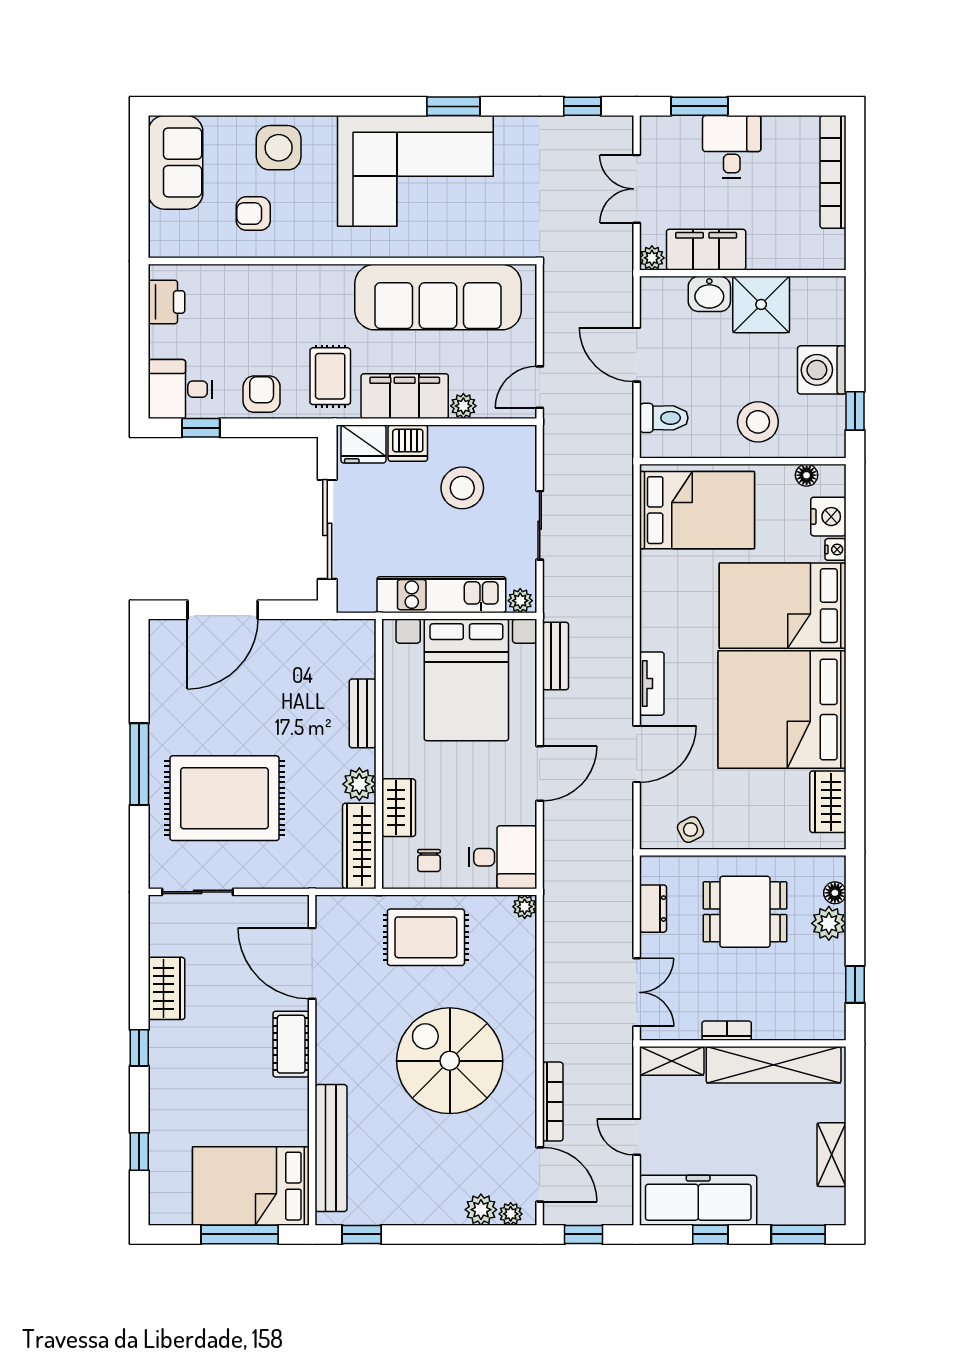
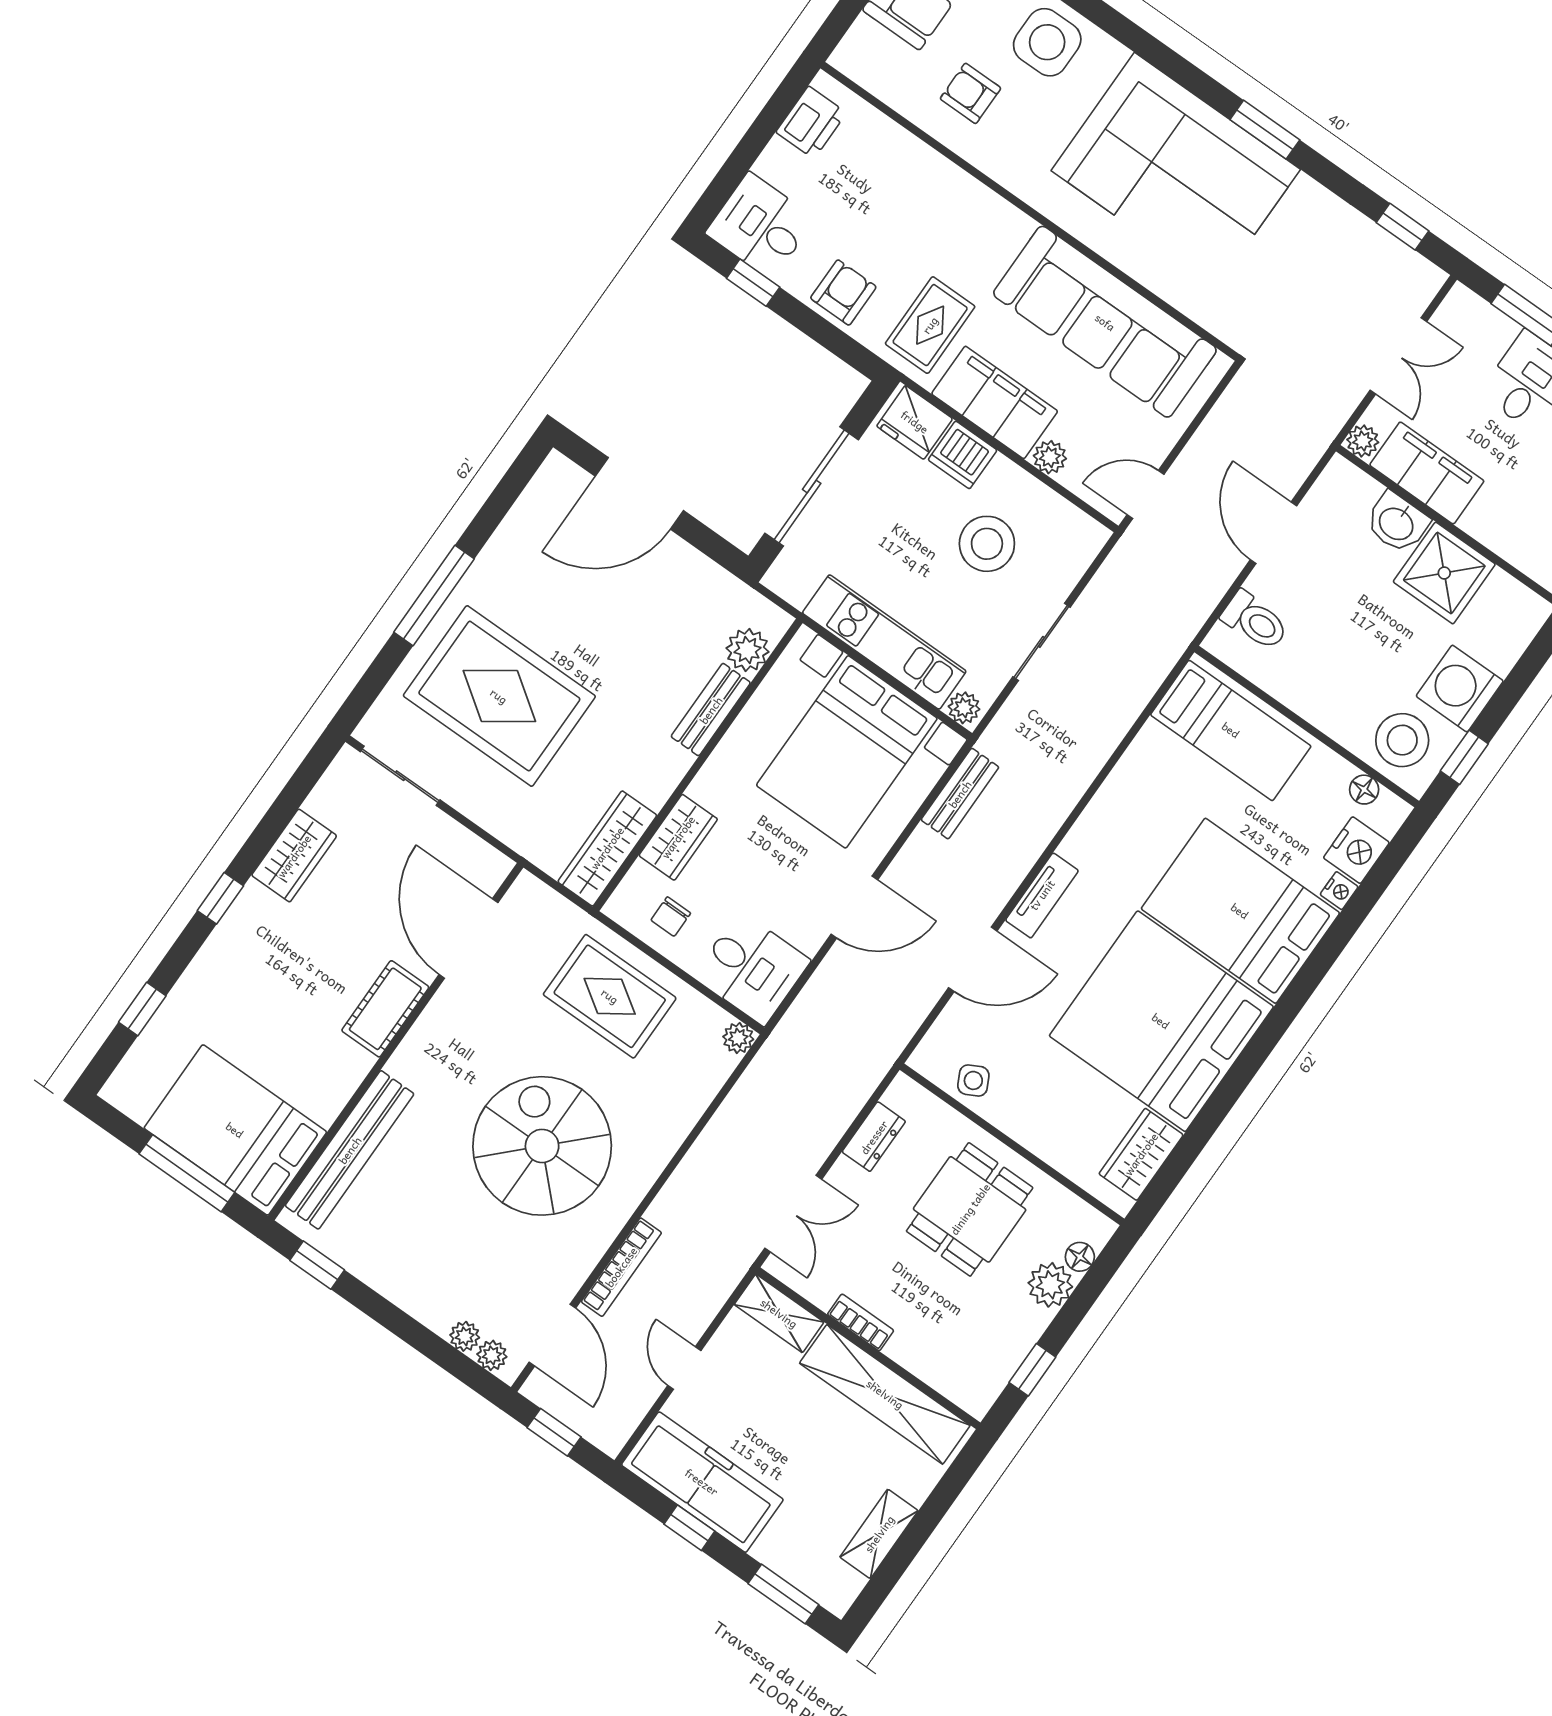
double door: (637, 189) -> (1398, 356), swing flipped
stool: (758, 422) -> (1402, 740), moved
bed: (697, 510) -> (1231, 730), width x0.67
plant: (359, 784) -> (747, 650), moved
dining table: (745, 912) -> (970, 1209), turned 90
plant: (481, 1210) -> (465, 1336), width x0.73, depth x0.73

